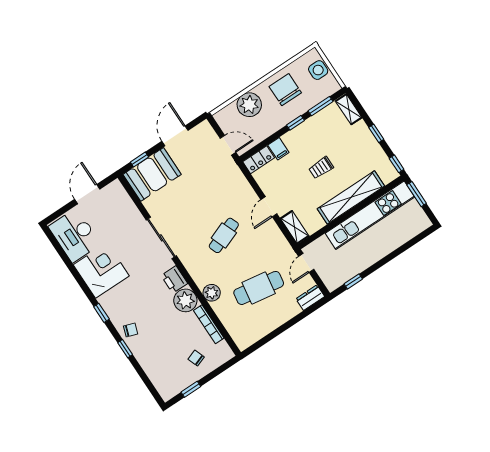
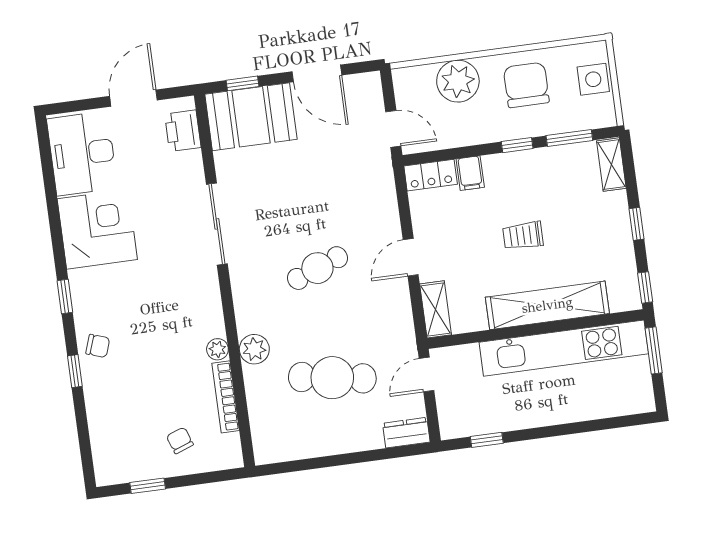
door: (175, 136) -> (317, 73), swing flipped
printer: (174, 279) -> (183, 131), moved
plant: (185, 300) -> (217, 349), width x0.53, depth x0.53

